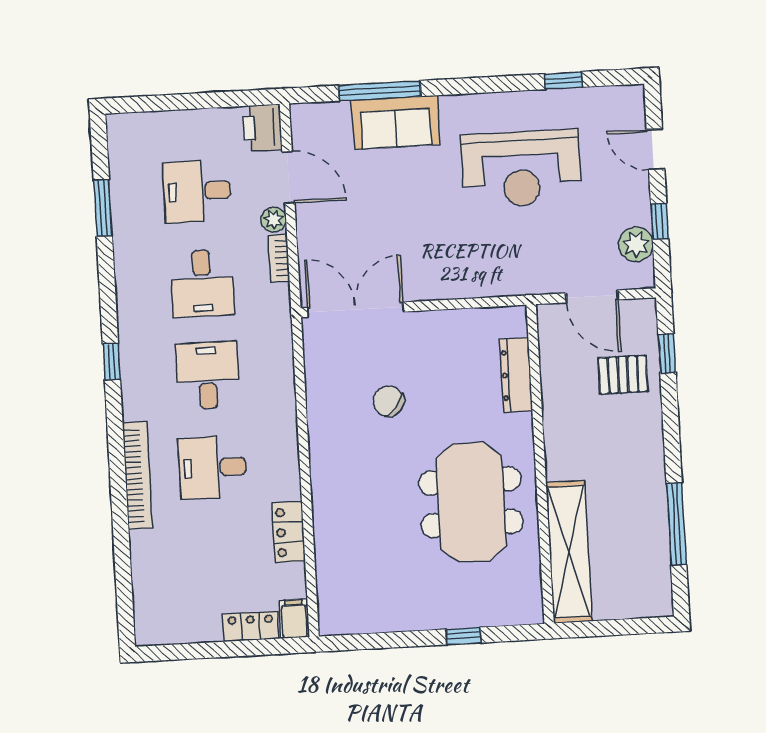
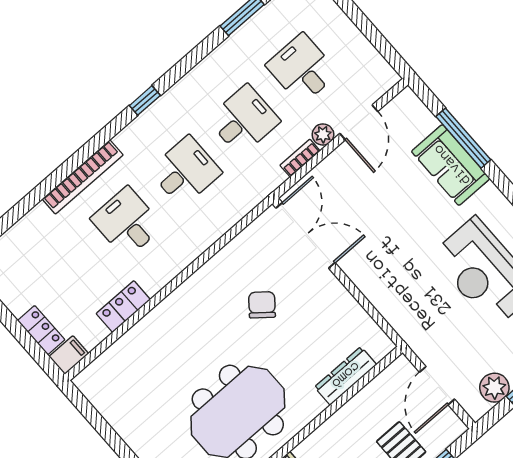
printer: (262, 128) -> (378, 79), removed
desk: (202, 283) -> (244, 120), turned 180

